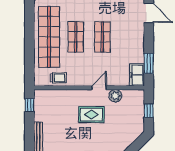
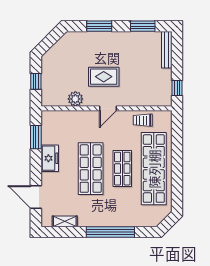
shop shelf: (102, 37) -> (91, 169), width x1.43, depth x1.36
freezer: (137, 75) -> (50, 158), moved
door: (99, 88) -> (108, 108), moved

